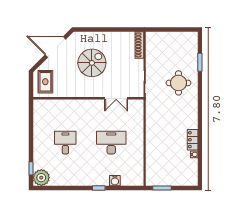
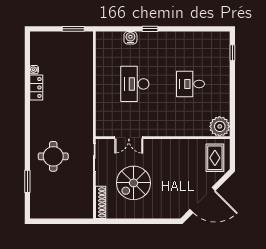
spiral stairs: (92, 63) -> (134, 183), moved
double door: (116, 98) -> (129, 138), swing flipped
desk: (65, 143) -> (190, 84), turned 90
desk: (111, 143) -> (135, 84), turned 90
plant: (41, 178) -> (220, 126), moved

